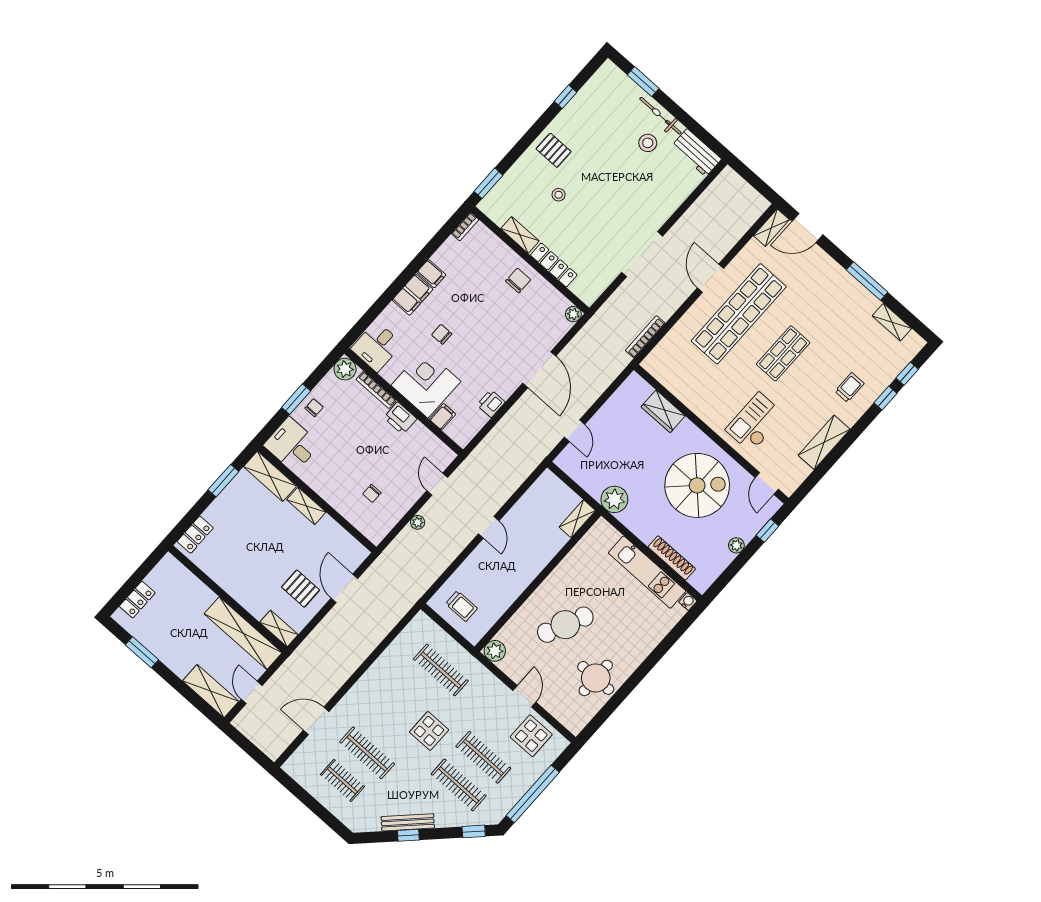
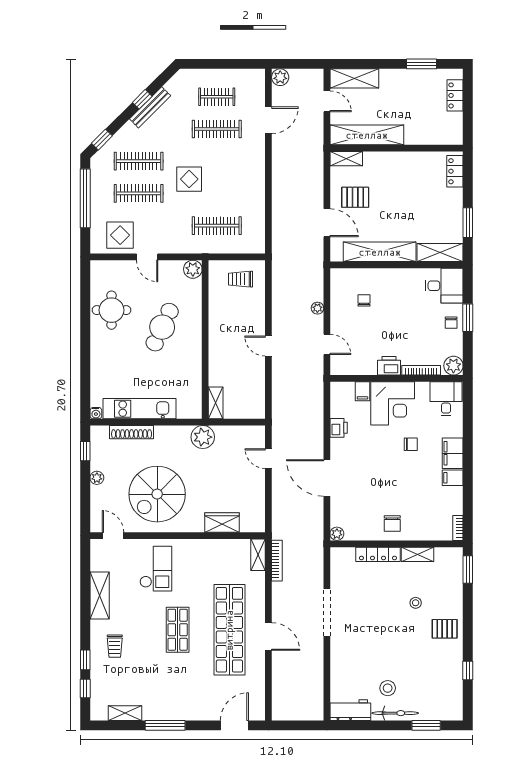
shelving: (771, 228) -> (258, 555), moved
shelving: (306, 506) -> (380, 252), width x2.20, depth x1.33
window: (767, 531) -> (85, 451), moved
plant: (273, 749) -> (280, 77), added

